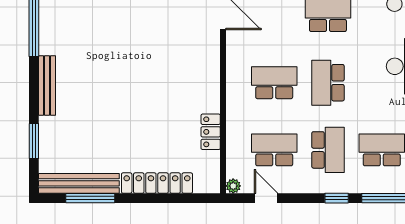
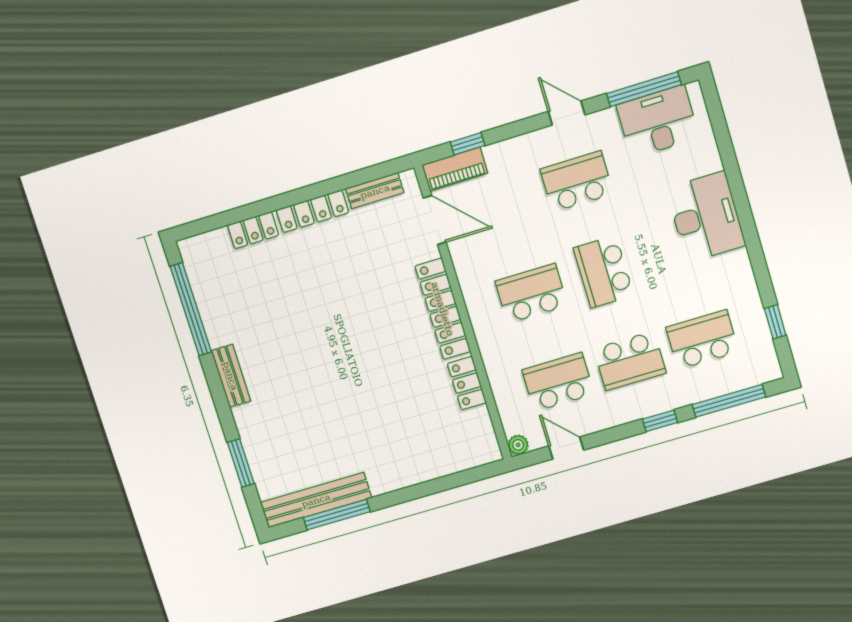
bench: (47, 85) -> (231, 376), width x0.73
school desk: (328, 150) -> (630, 361), turned 90
locker: (157, 183) -> (443, 309), moved, turned -90

